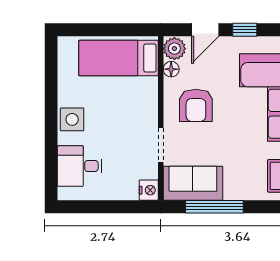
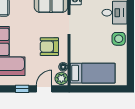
armchair: (196, 105) -> (49, 47), turned -90

